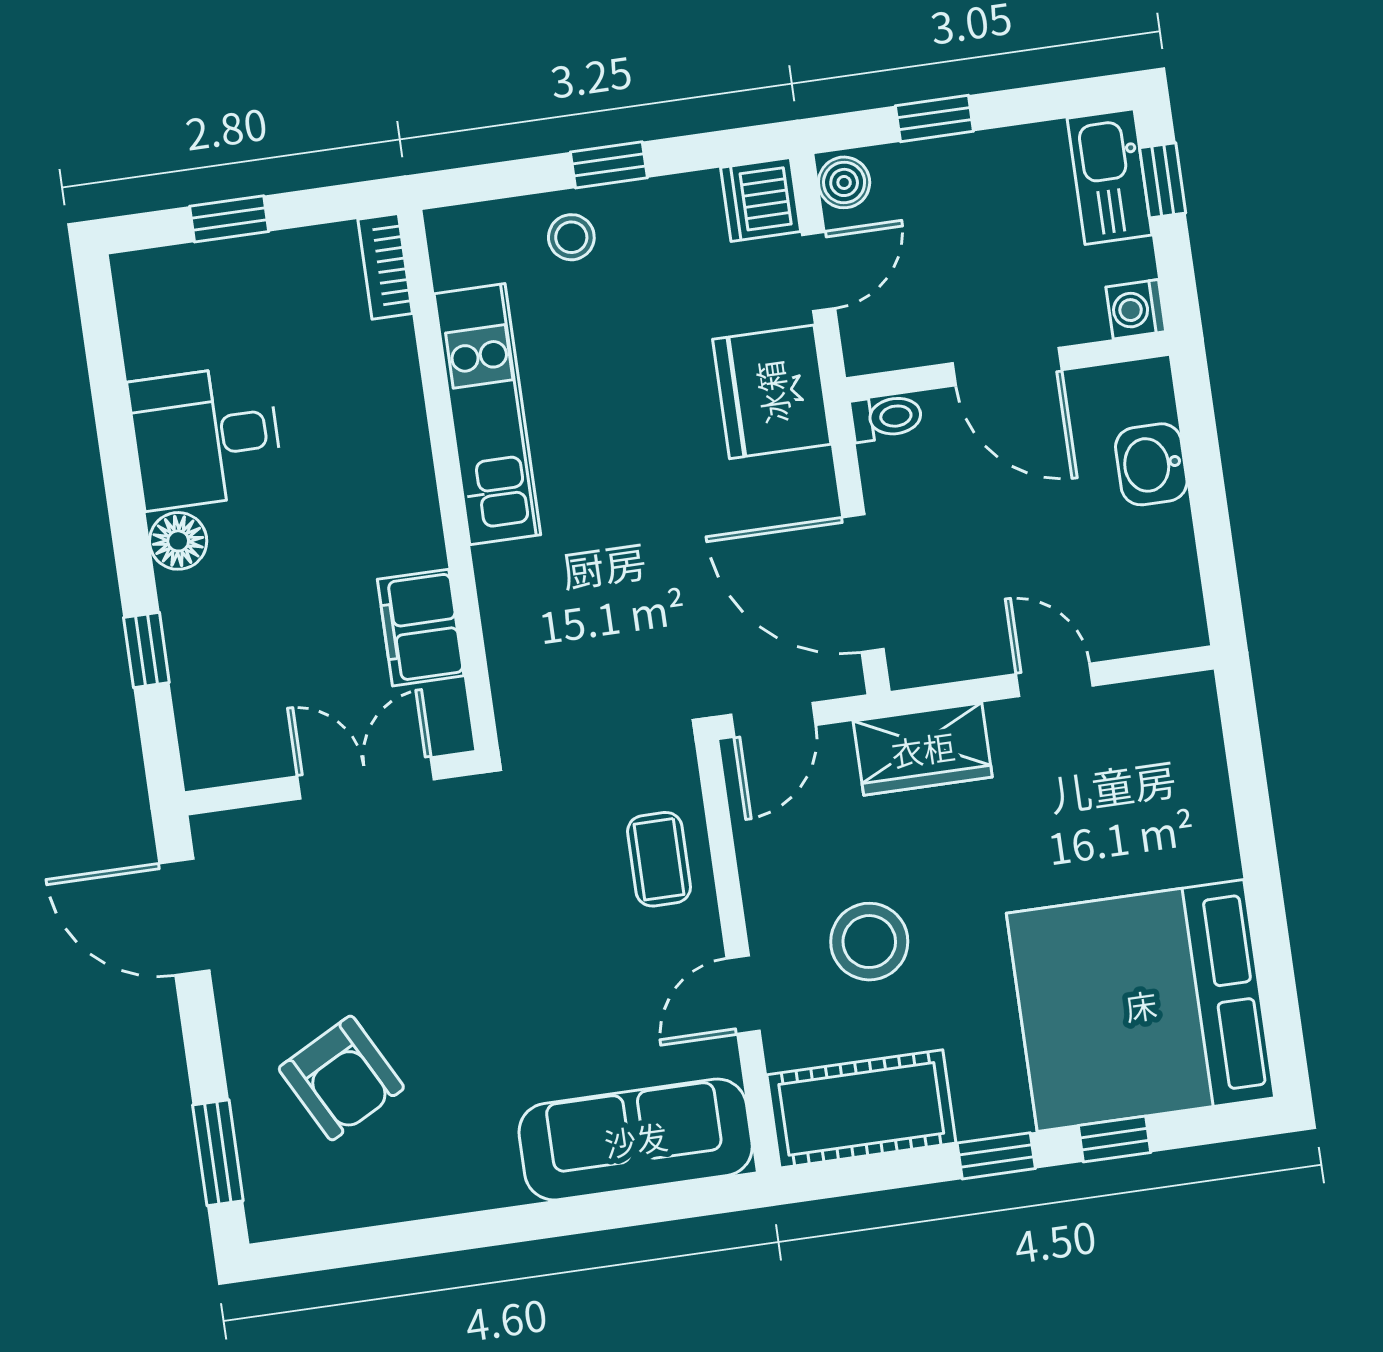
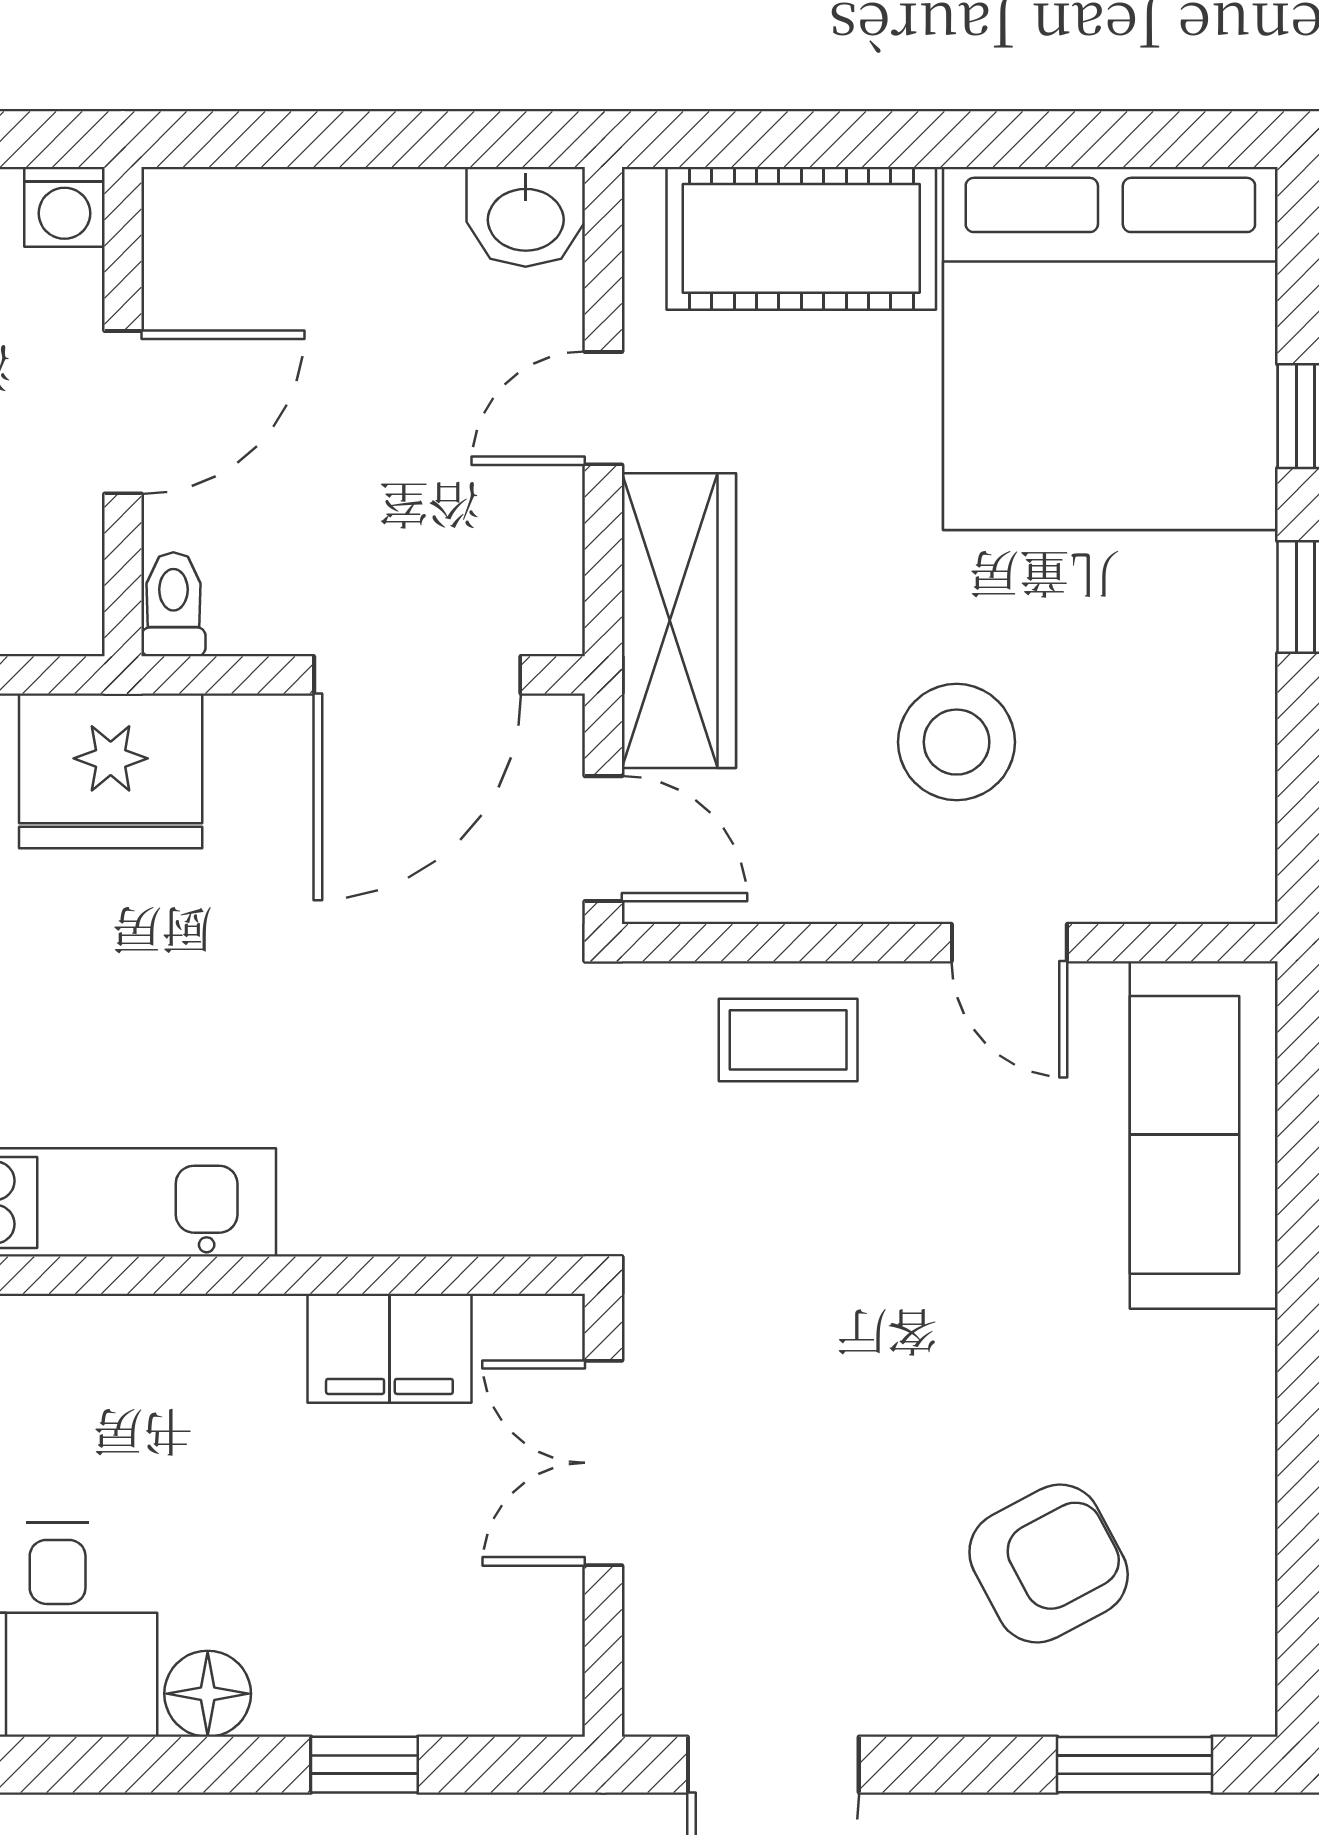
washbasin: (1151, 464) -> (526, 217), moved
wardrobe: (923, 749) -> (679, 621), width x1.50
cot: (861, 1109) -> (801, 238), moved, turned 90

